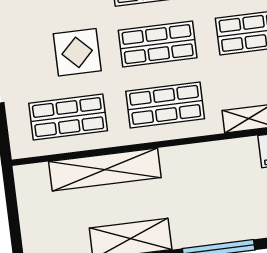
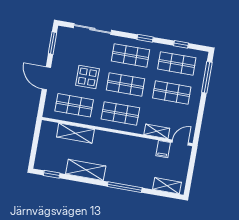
shelving: (105, 169) -> (75, 133), width x0.68

